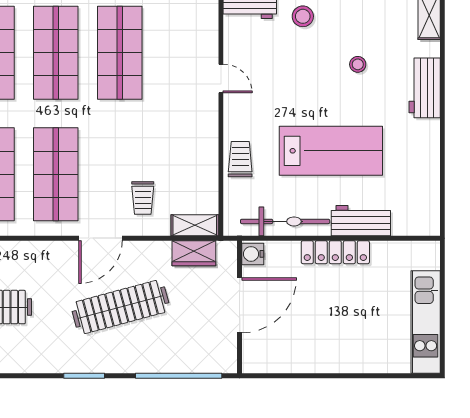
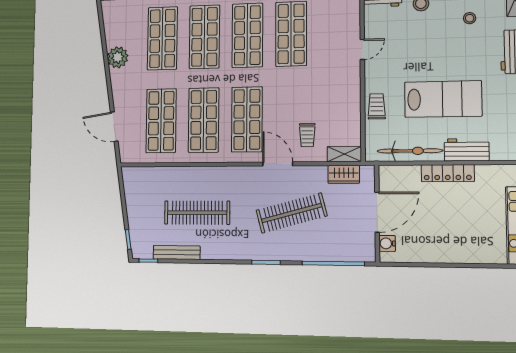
stool: (358, 64) -> (470, 18), moved
door: (221, 78) -> (362, 49), hinge flipped
door: (101, 238) -> (278, 164), swing flipped
water cooler: (253, 254) -> (387, 243), moved

